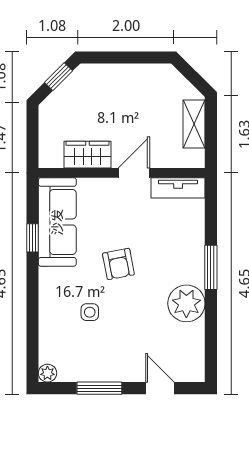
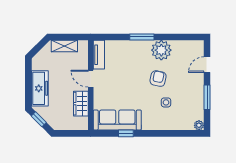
freezer: (116, 79) -> (40, 88), added
armchair: (118, 264) -> (158, 79), moved, turned -67

